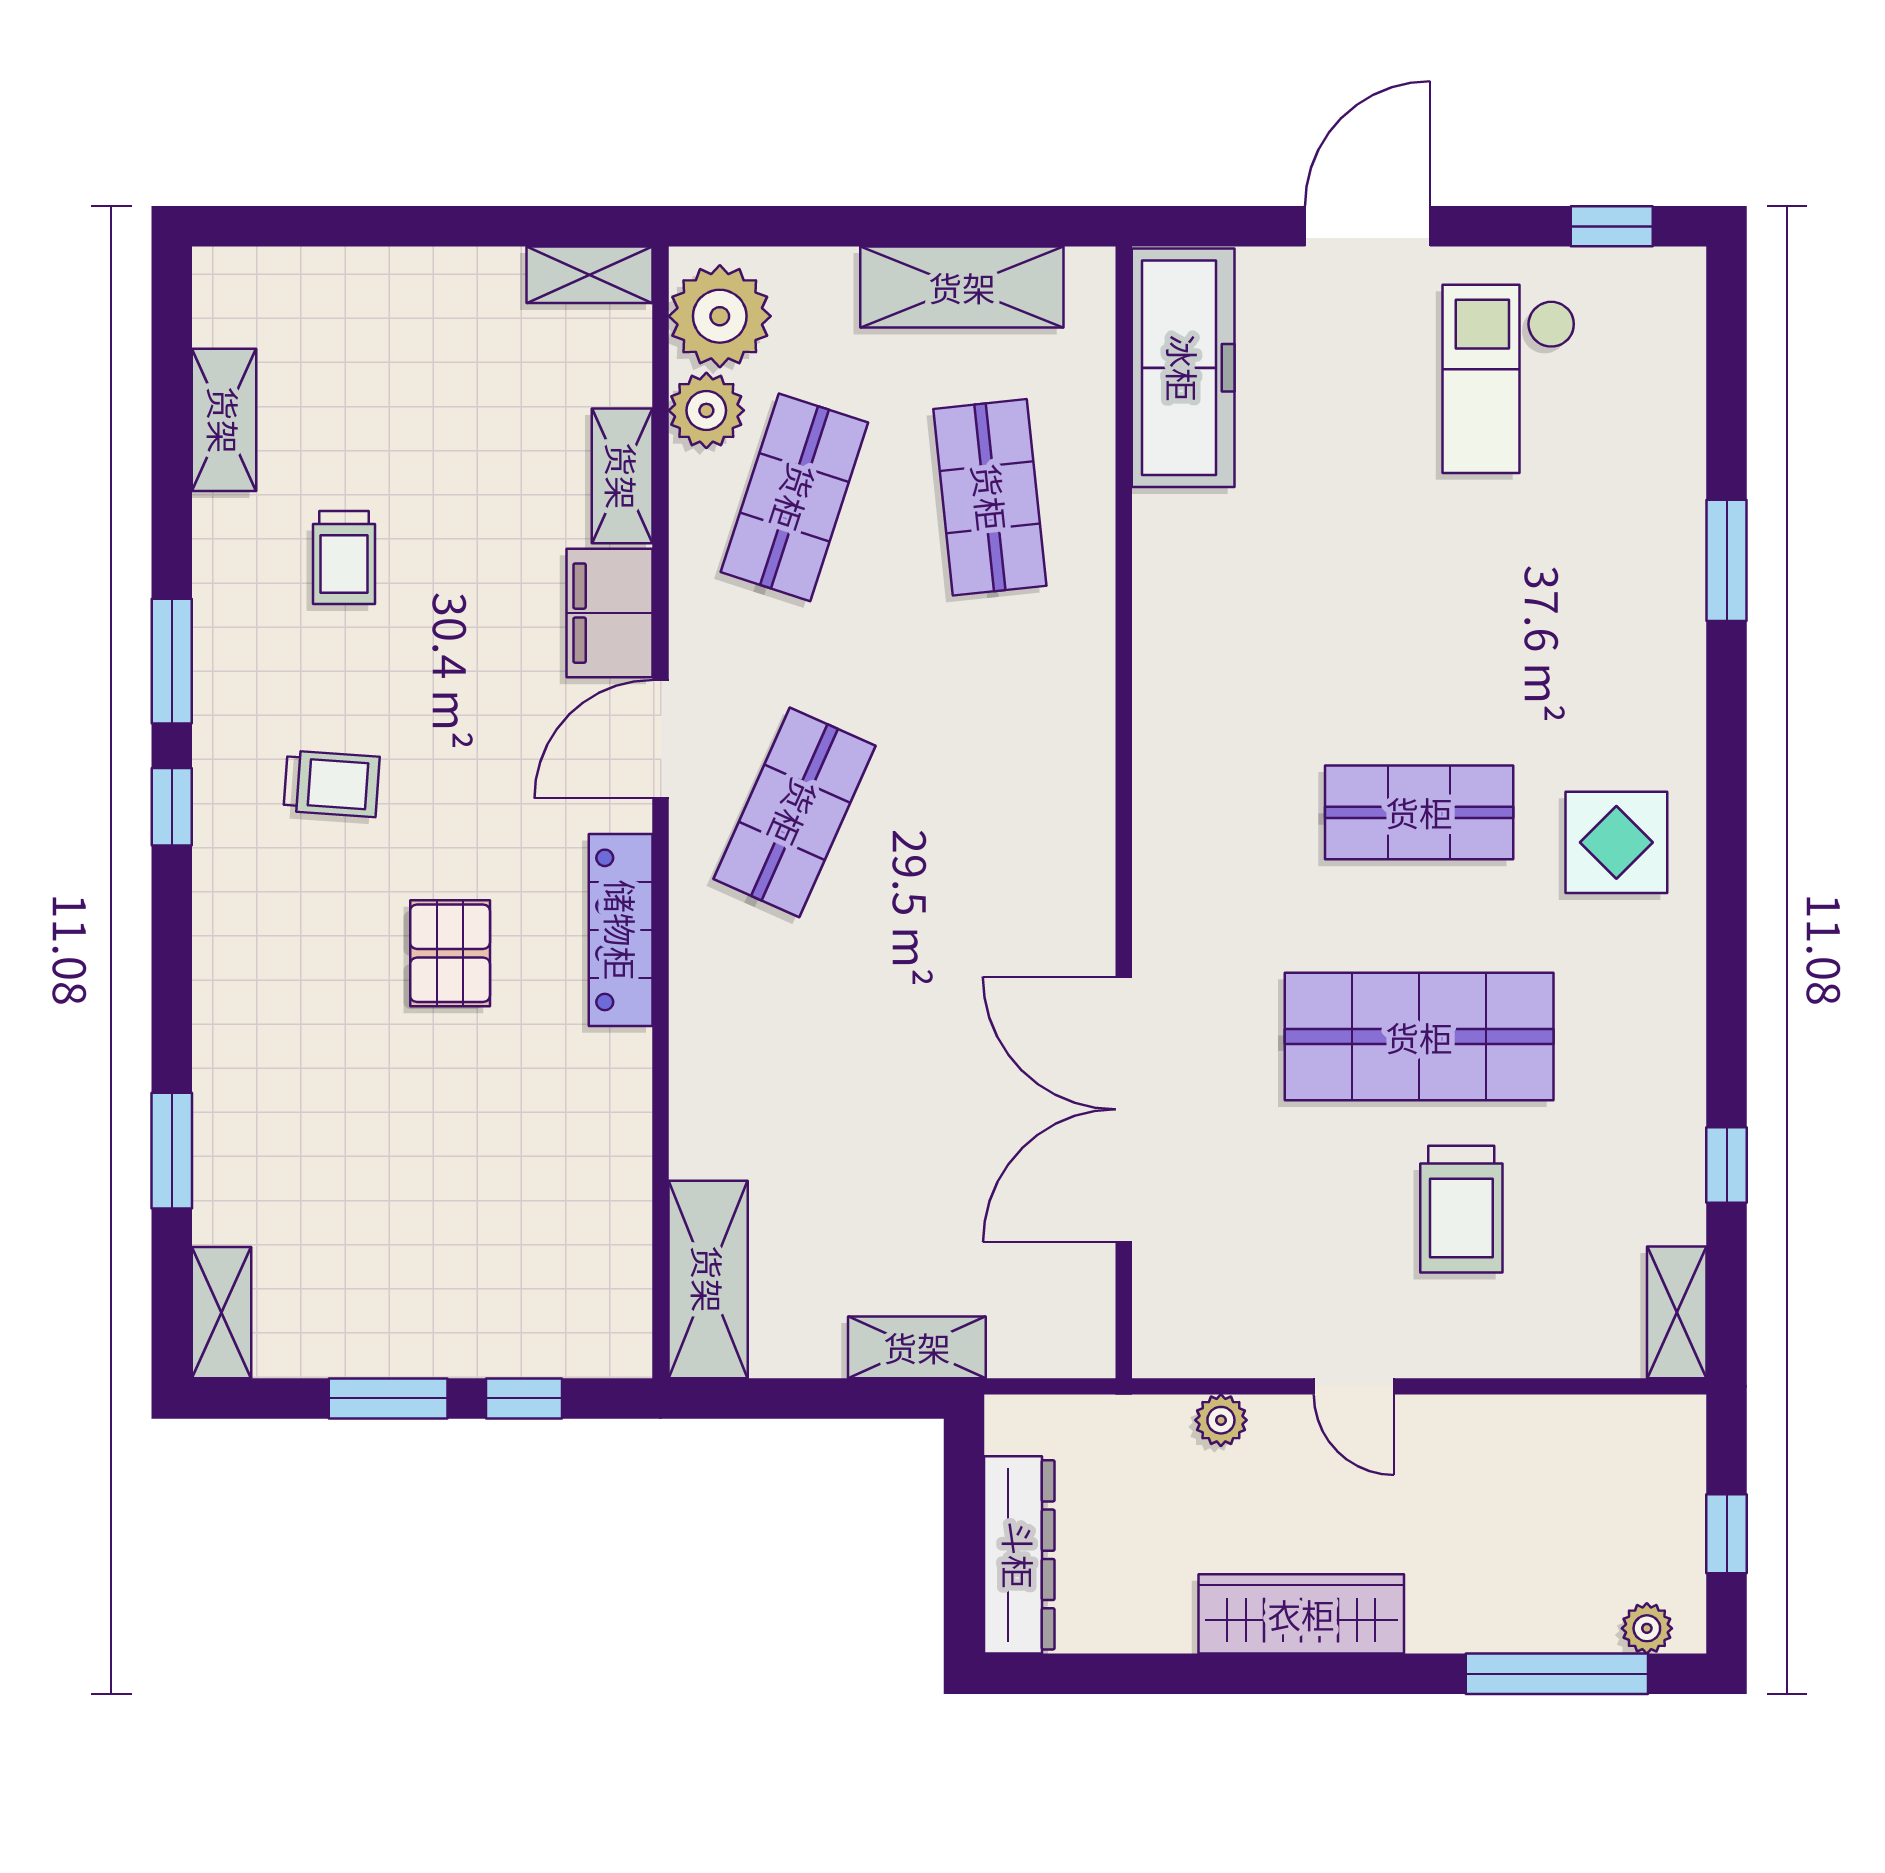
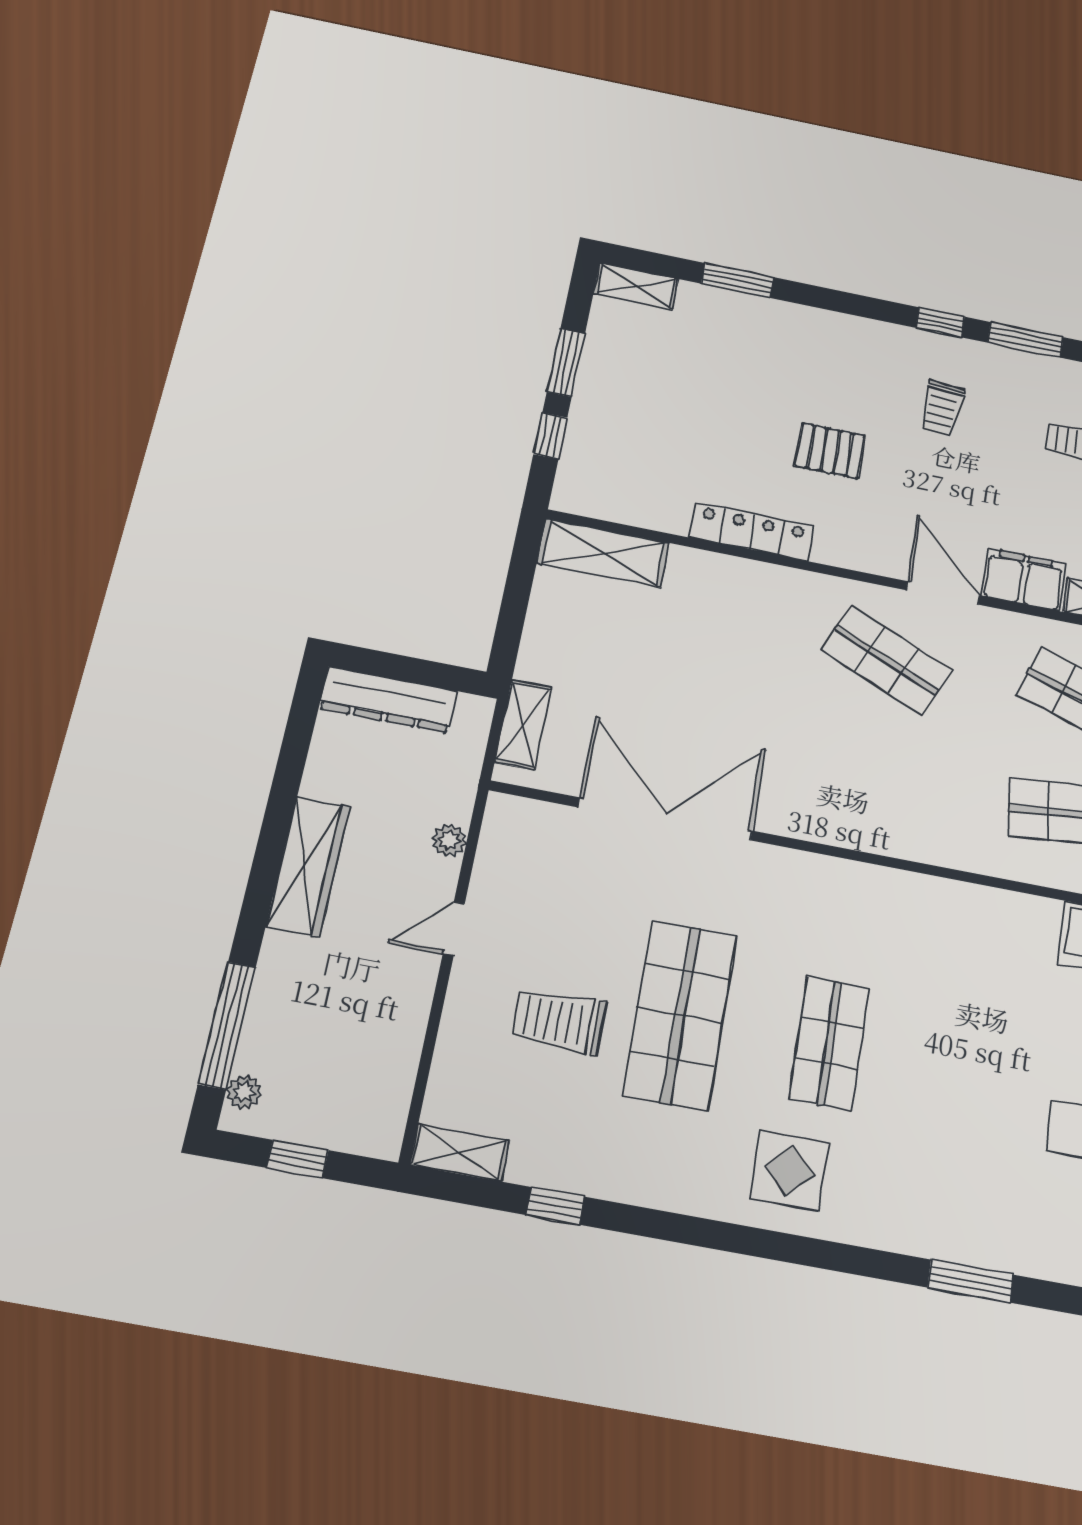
locker: (621, 930) -> (752, 532), moved
shelving: (917, 1347) -> (523, 725), moved

